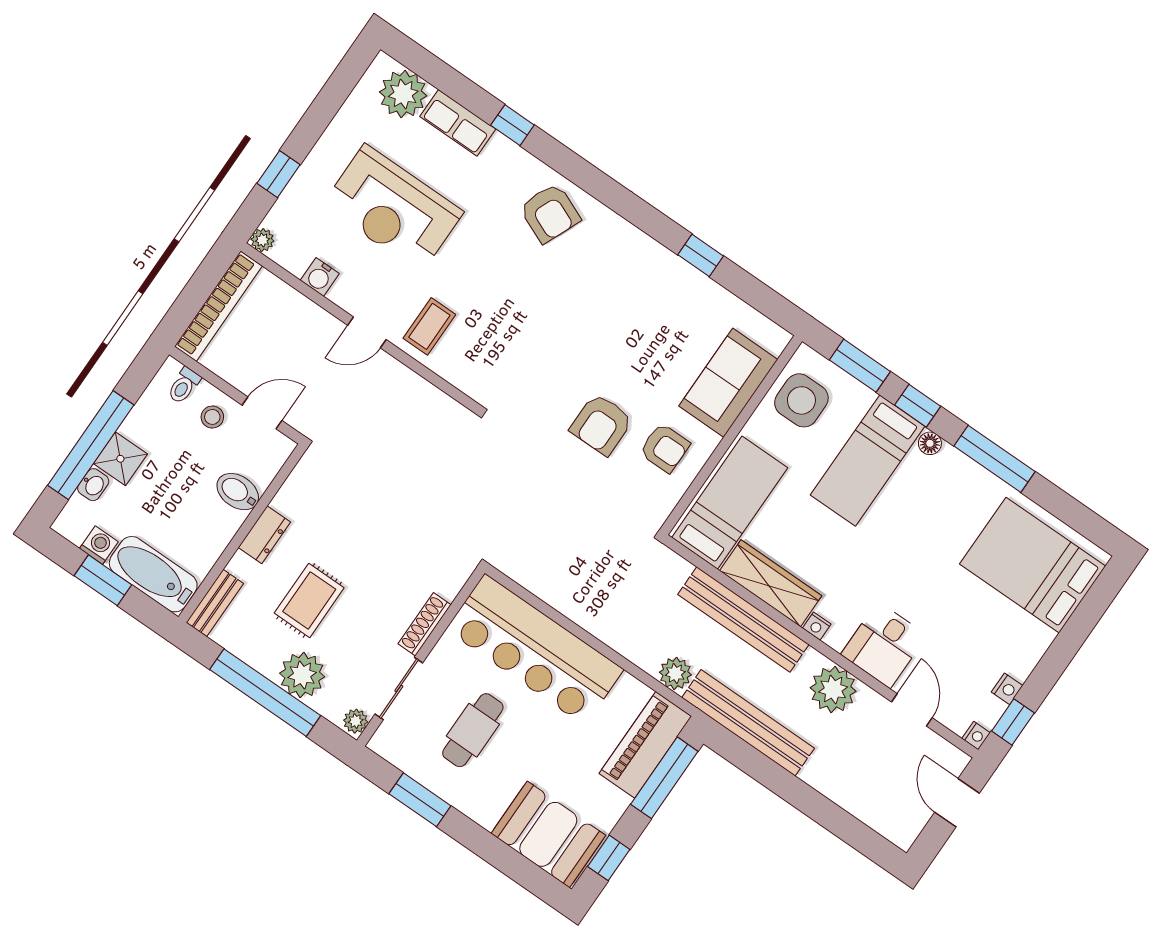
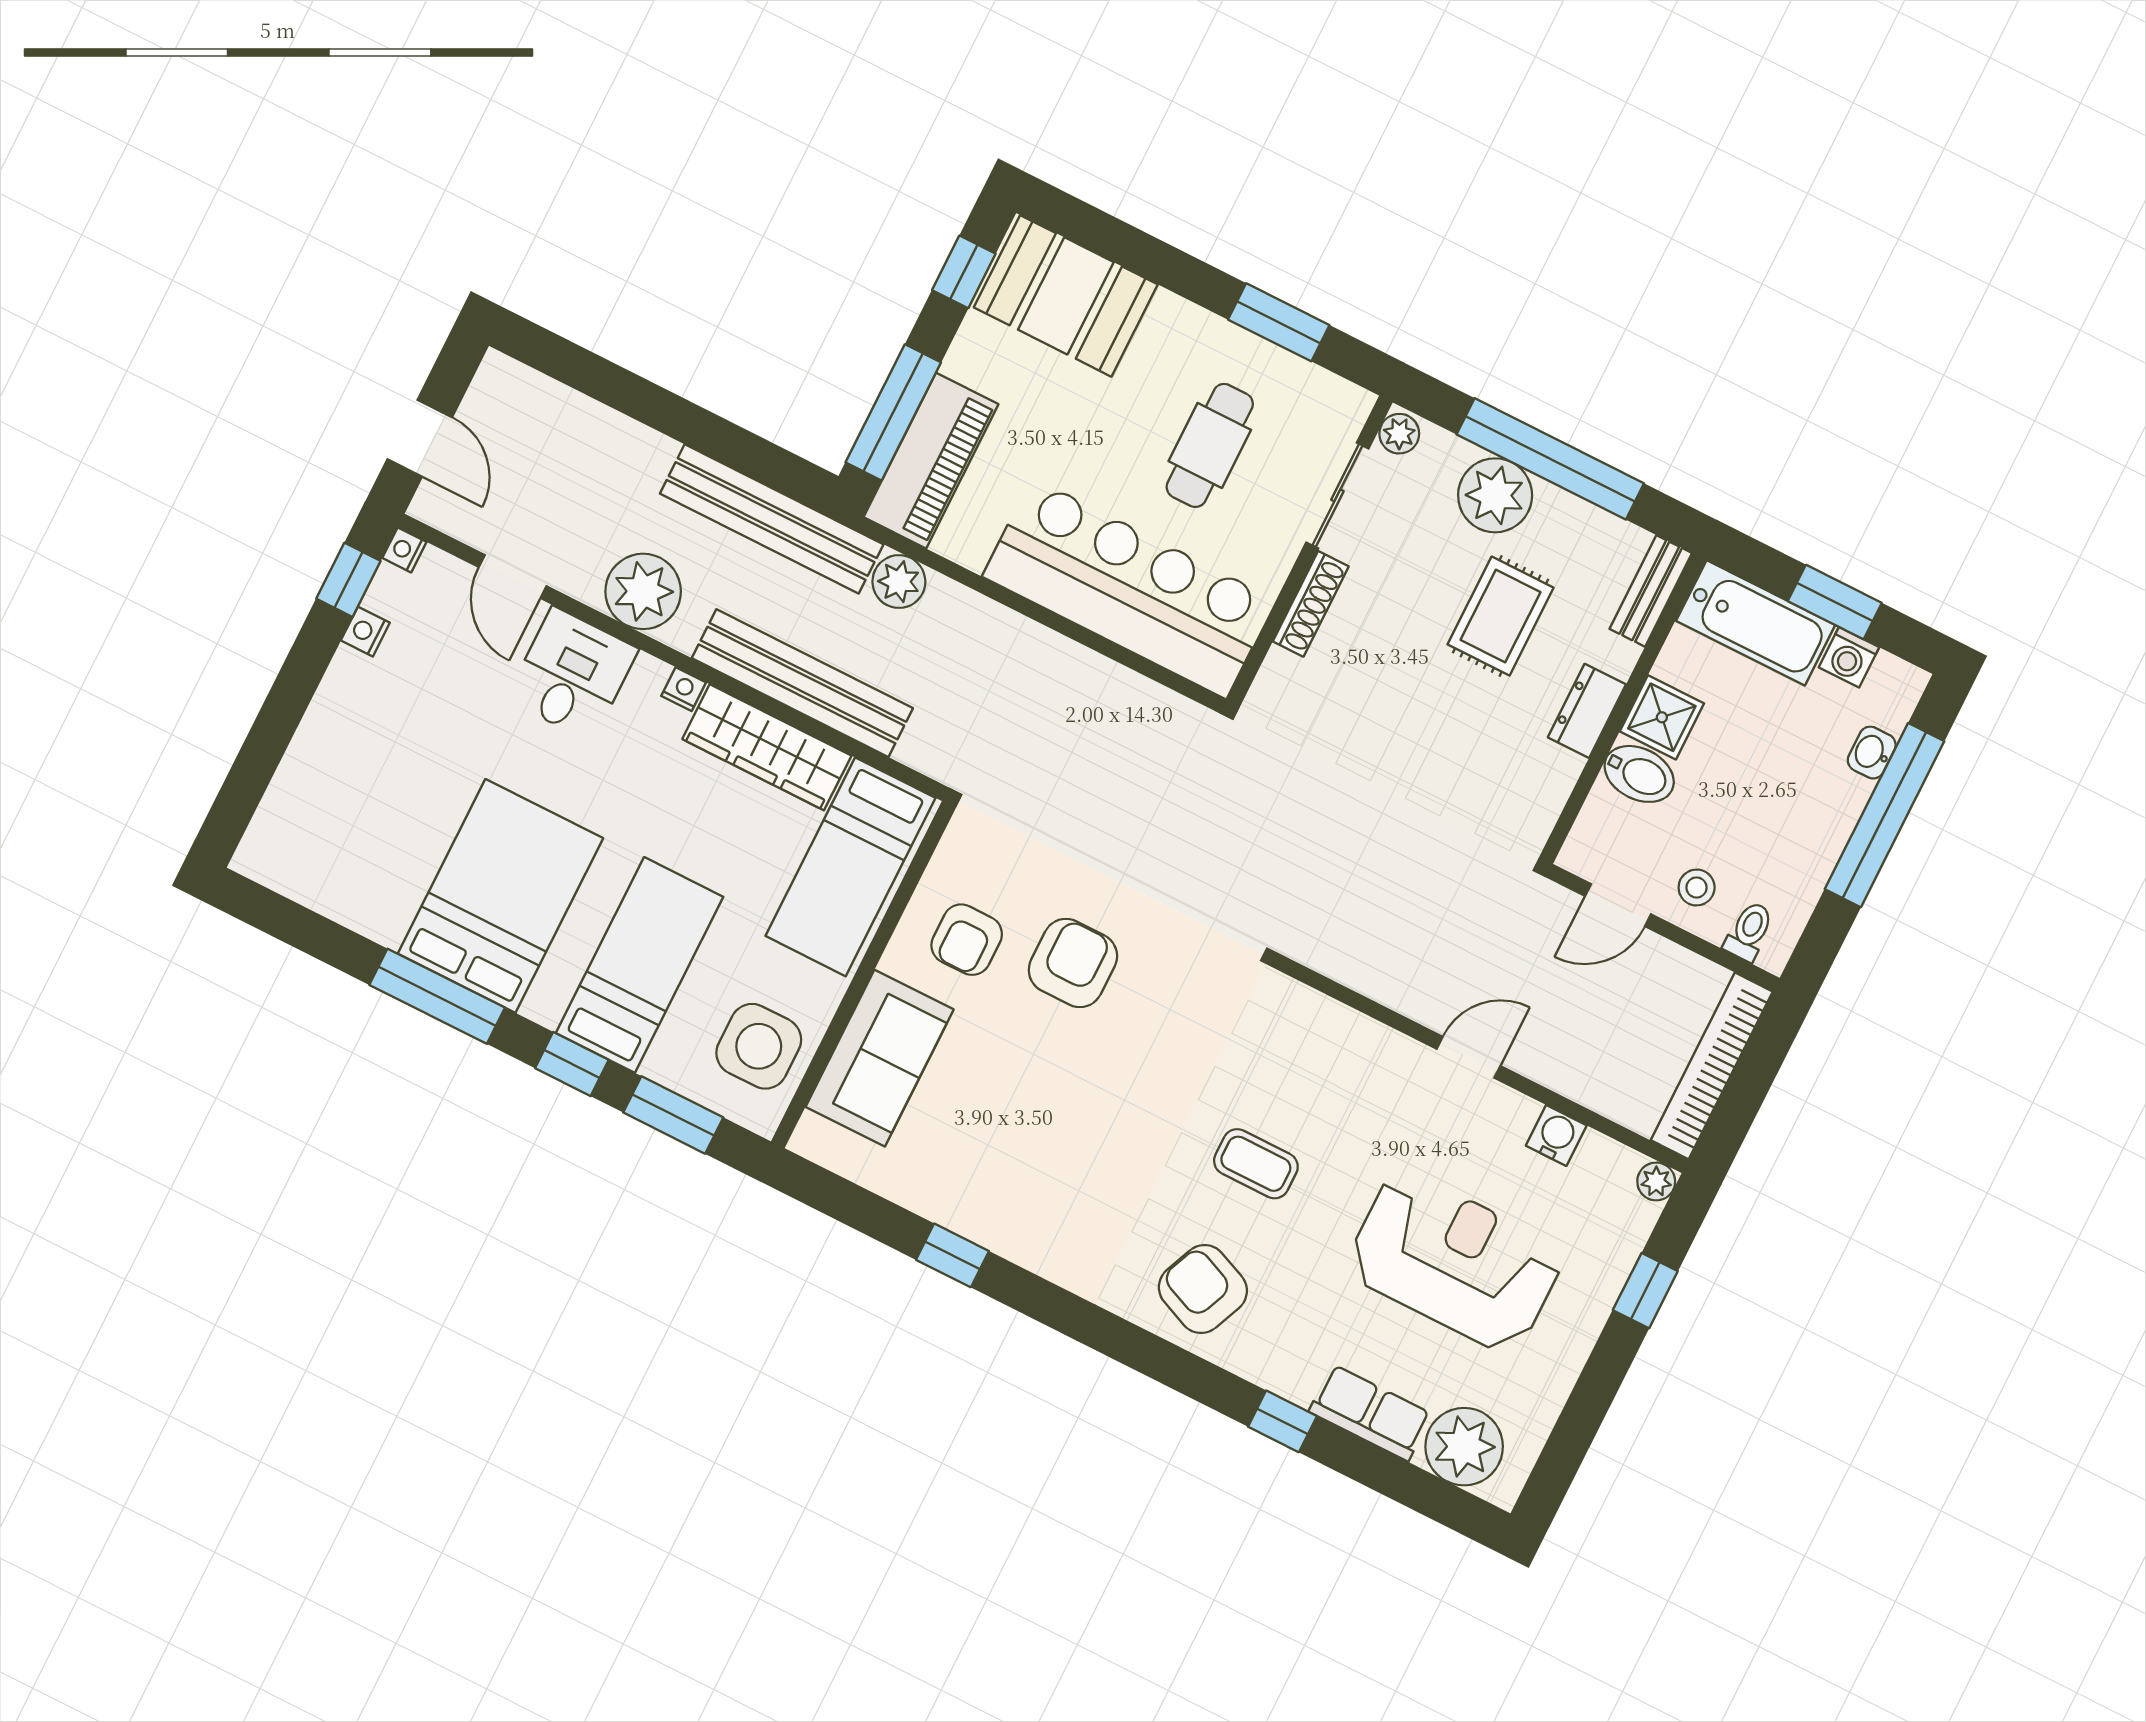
coffee table: (429, 326) -> (1256, 1164), moved, turned 90
floor lamp: (930, 443) -> (544, 1007), removed
armchair: (665, 448) -> (967, 940), turned -90
shower: (120, 459) -> (1662, 717), moved
bed: (1033, 565) -> (500, 896), moved, turned -90

